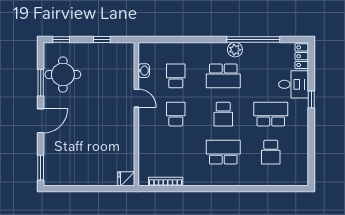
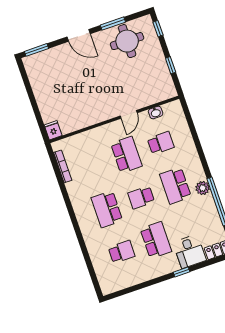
school desk: (176, 114) -> (126, 155), width x1.85
school desk: (223, 152) -> (107, 209), turned 180
school desk: (271, 152) -> (122, 252), turned 180

